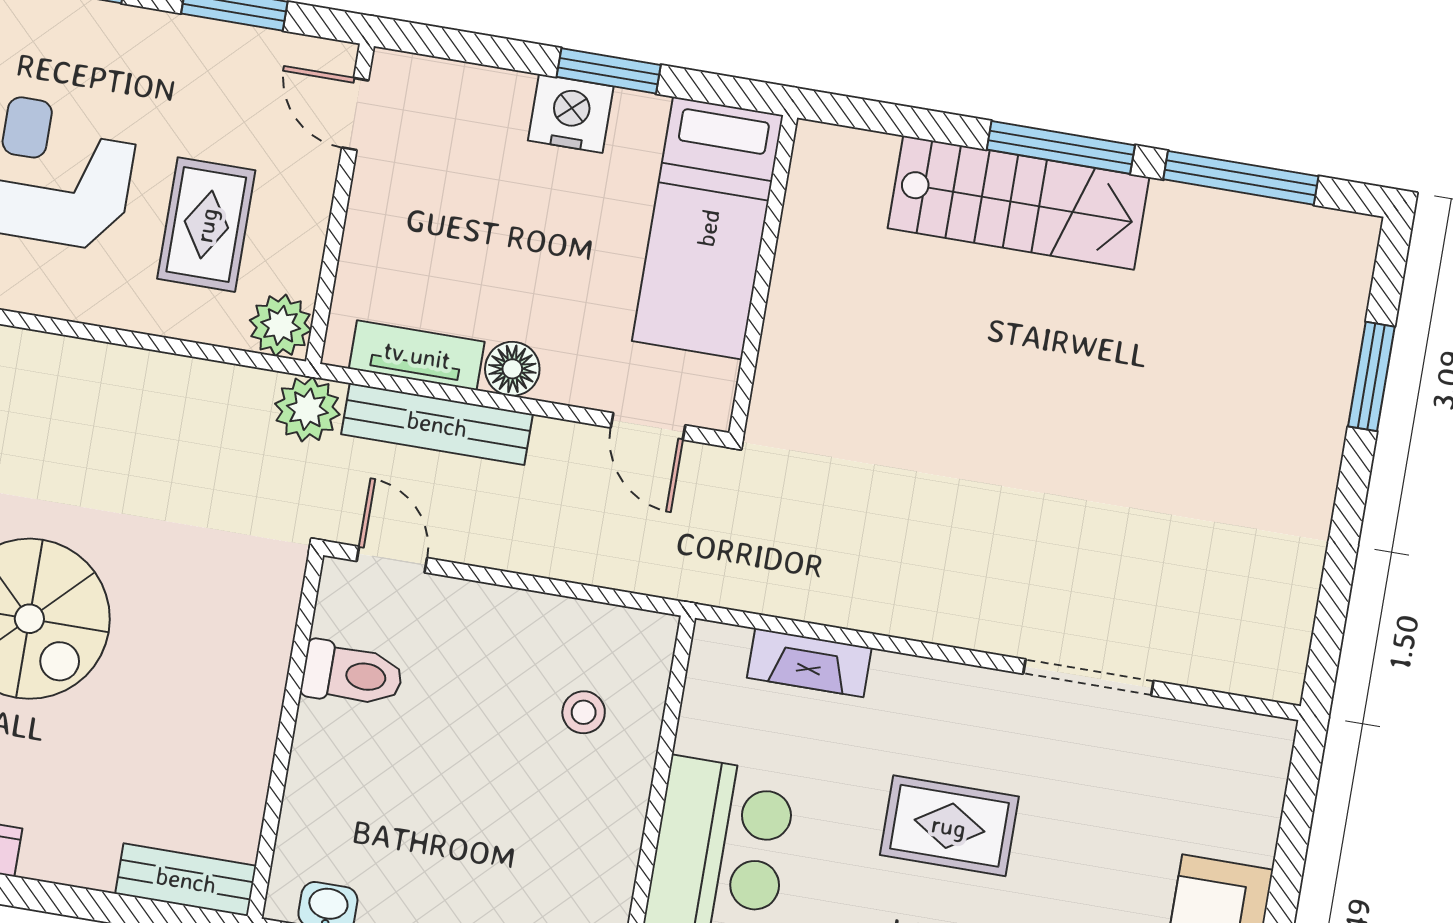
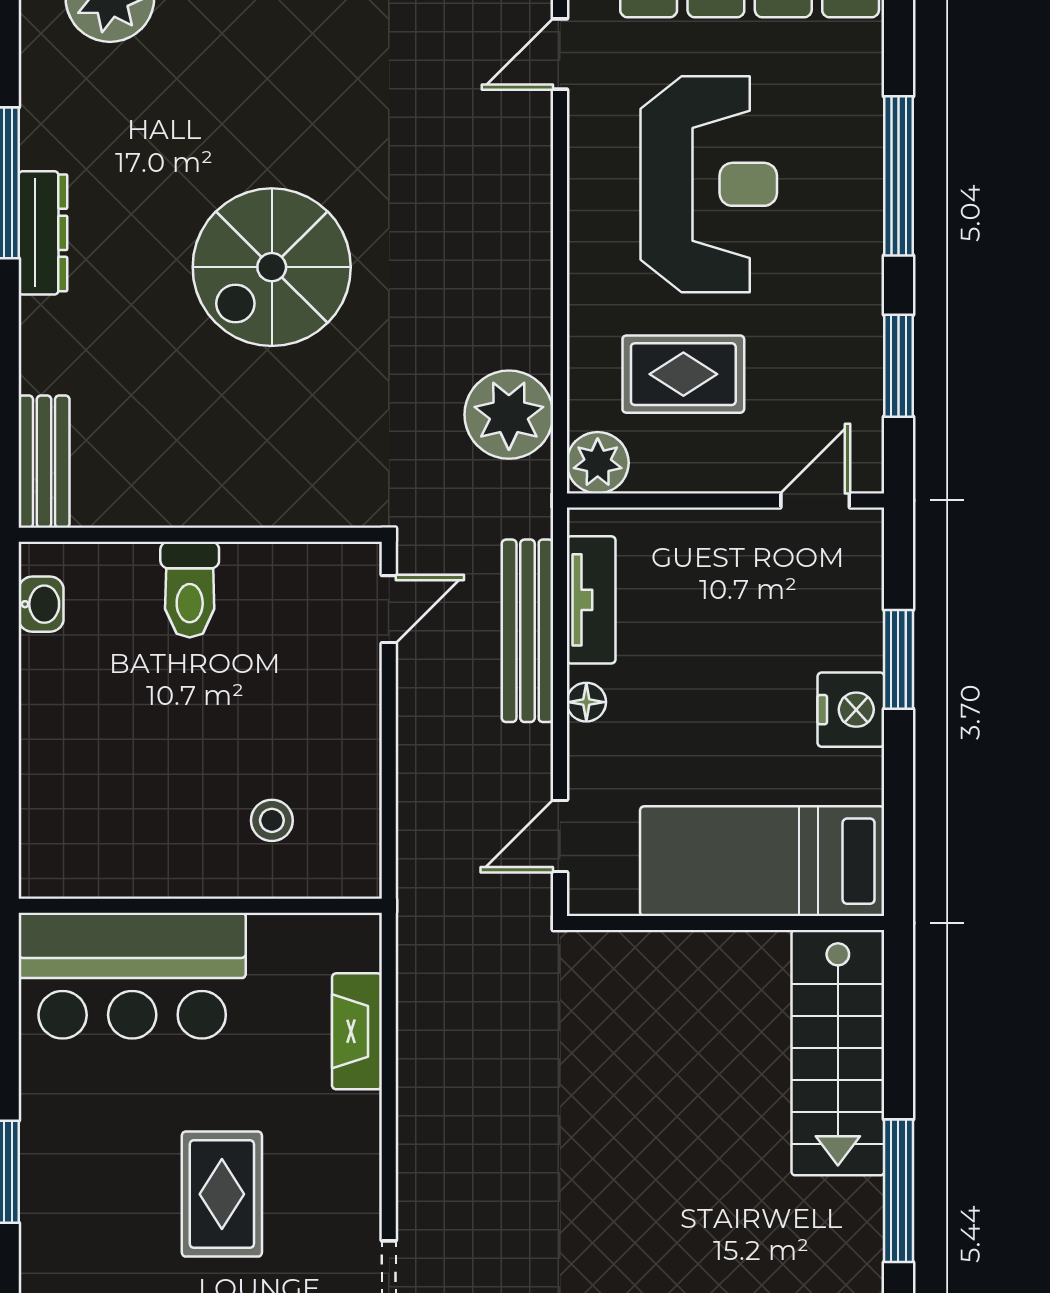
window: (609, 71) -> (898, 659), moved
stairs: (1019, 203) -> (838, 1053), moved
floor lamp: (512, 369) -> (586, 702), width x0.73, depth x0.73
plant: (307, 409) -> (509, 415), moved, width x1.36, depth x1.36
toilet: (352, 674) -> (190, 590), moved

